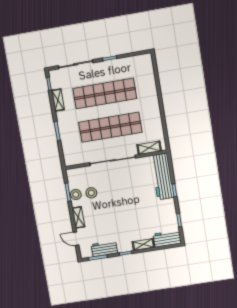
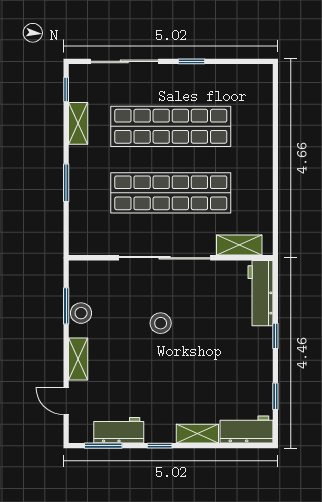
workbench: (163, 176) -> (260, 293), width x0.73, depth x0.76
stool: (91, 193) -> (161, 323), moved

